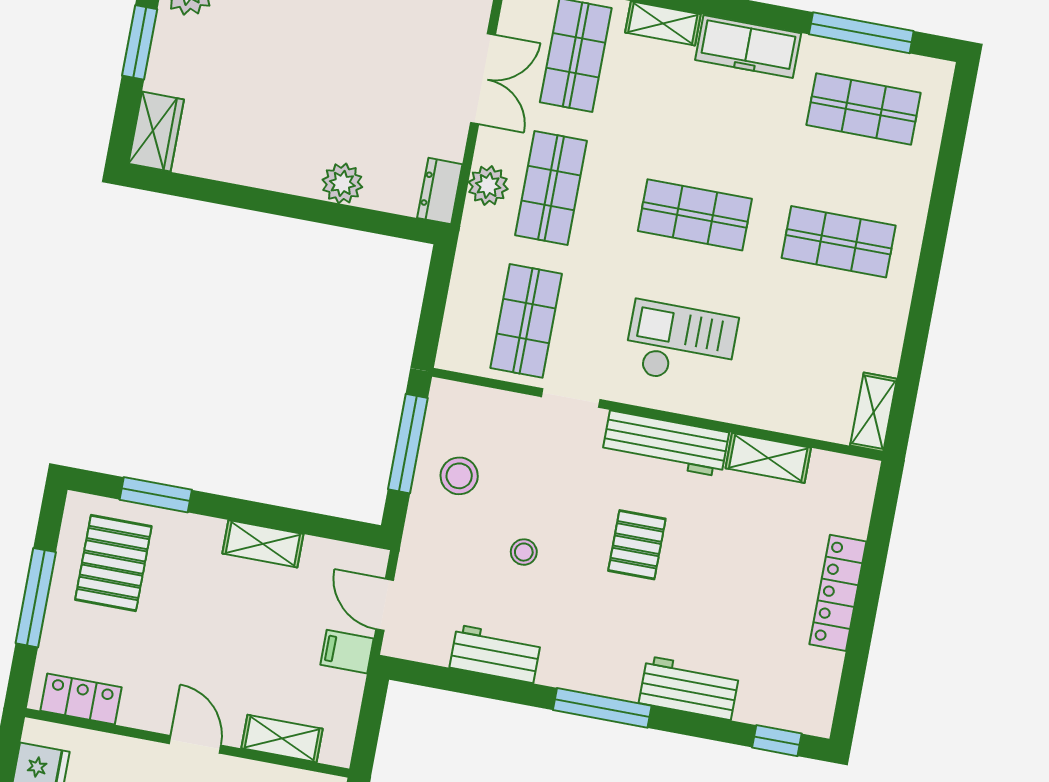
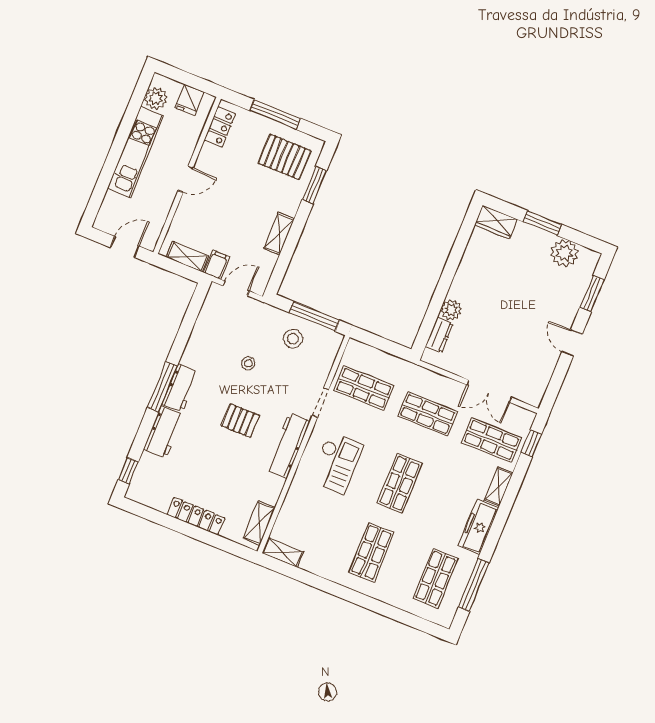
plant: (488, 185) -> (435, 383), removed
dresser: (440, 191) -> (439, 335), moved, turned 90
shelving: (768, 458) -> (259, 523), moved
workbench: (495, 654) -> (180, 388), moved
shelving: (282, 739) -> (187, 257), moved, turned 90

